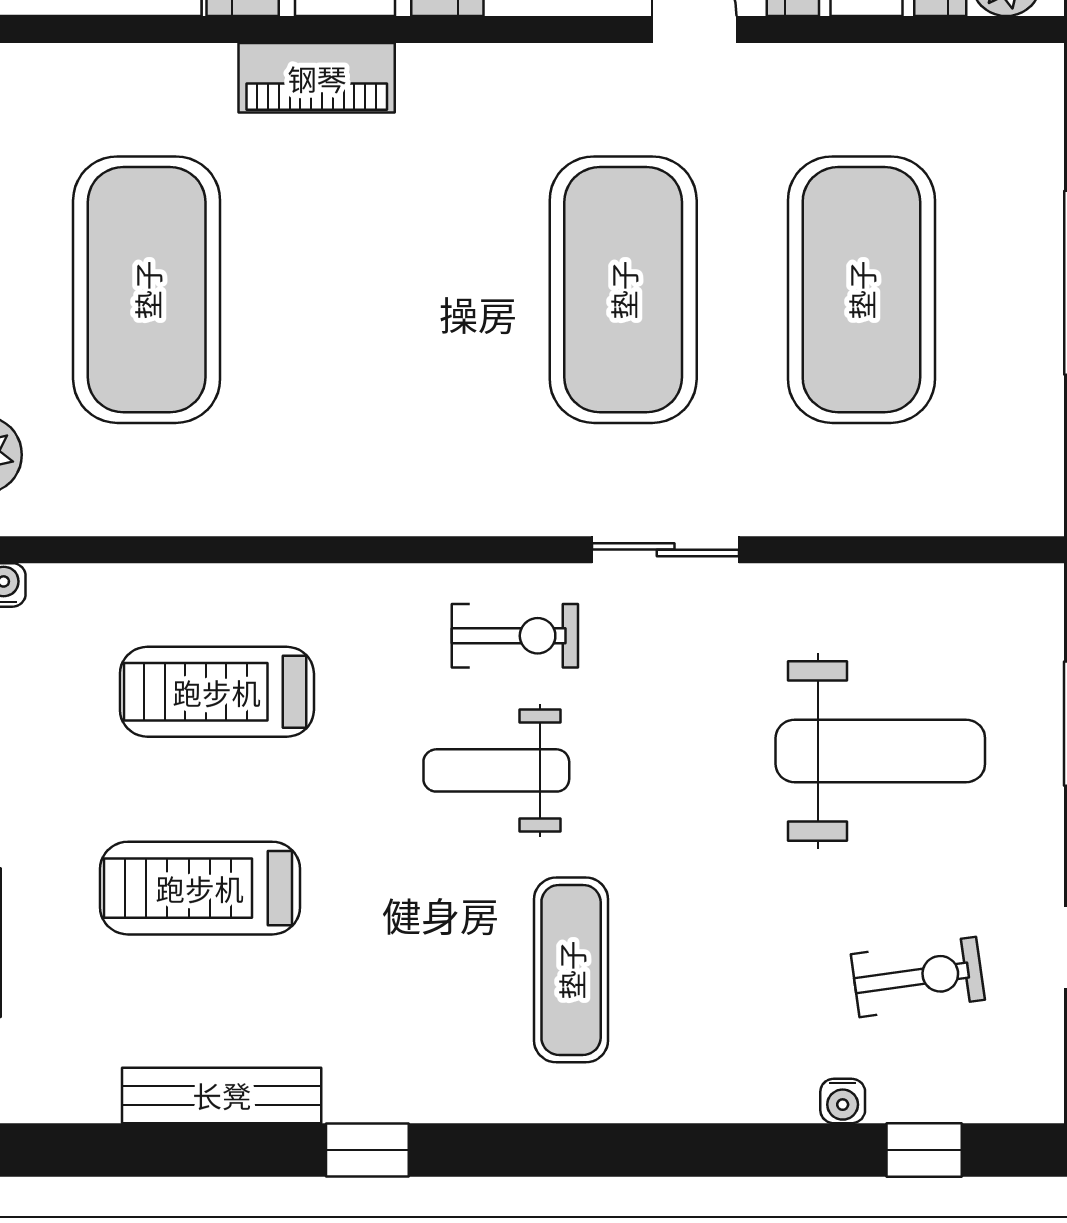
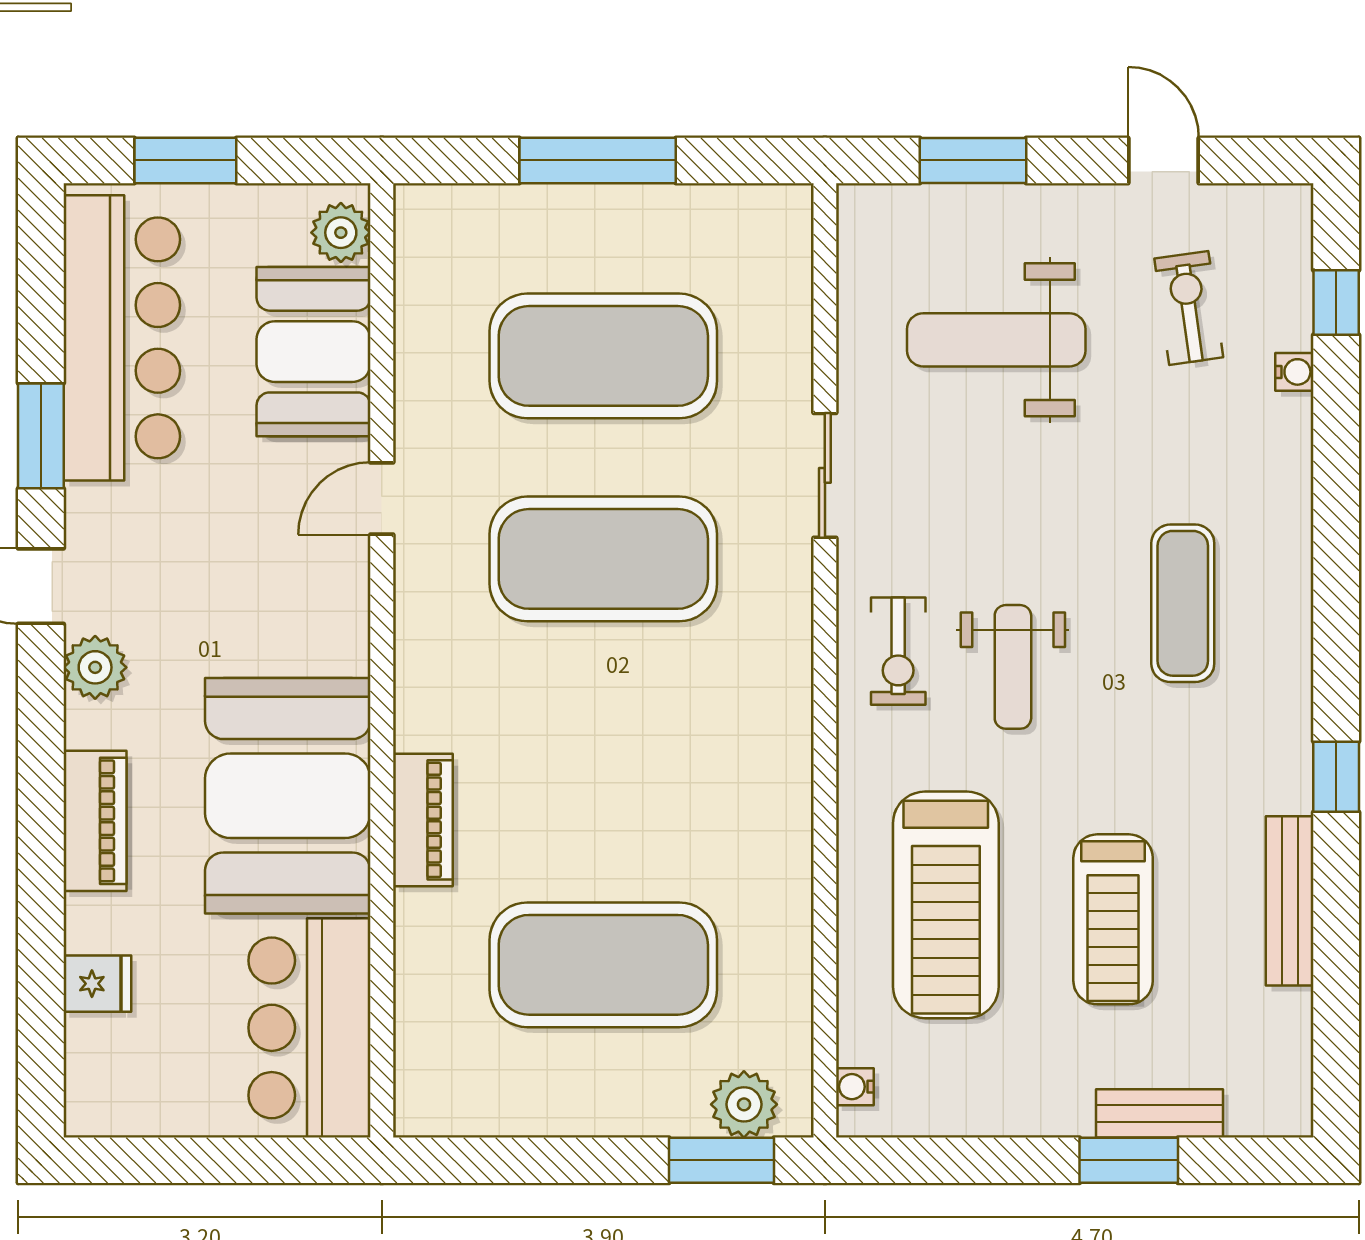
sliding door: (666, 550) -> (825, 475), moved
exercise bike: (515, 636) -> (898, 651), turned 180
treadmill: (217, 692) -> (946, 905), width x1.37, depth x1.38
weight bench: (880, 751) -> (996, 340), turned -90
exercise mat: (571, 970) -> (1183, 603), turned 90

